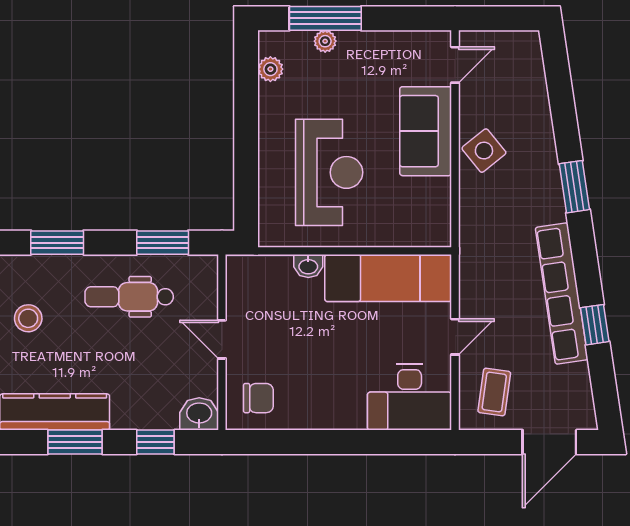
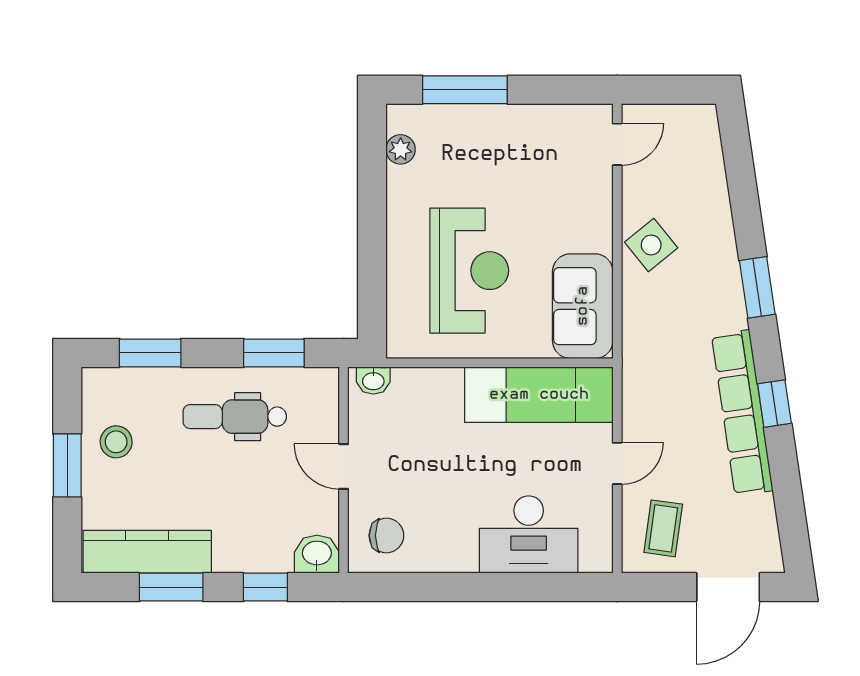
plant: (325, 41) -> (465, 117), removed
sofa: (426, 131) -> (583, 306), moved
washbasin: (308, 266) -> (373, 380), moved
window: (595, 325) -> (774, 404), moved
desk: (410, 397) -> (529, 535), moved

